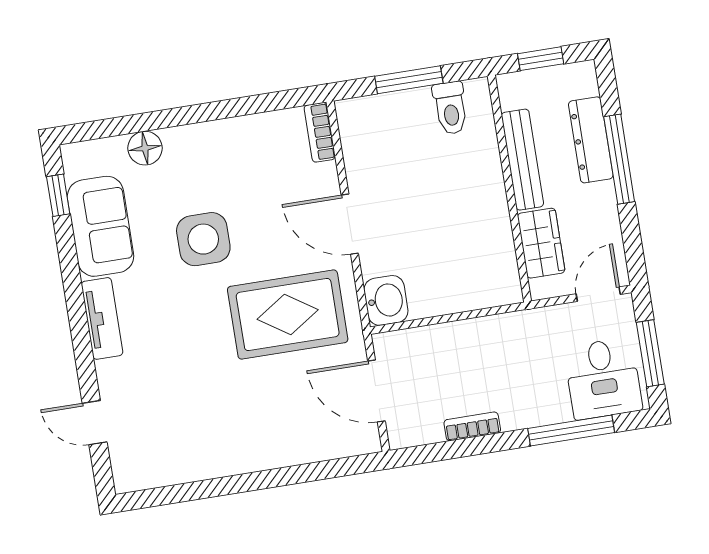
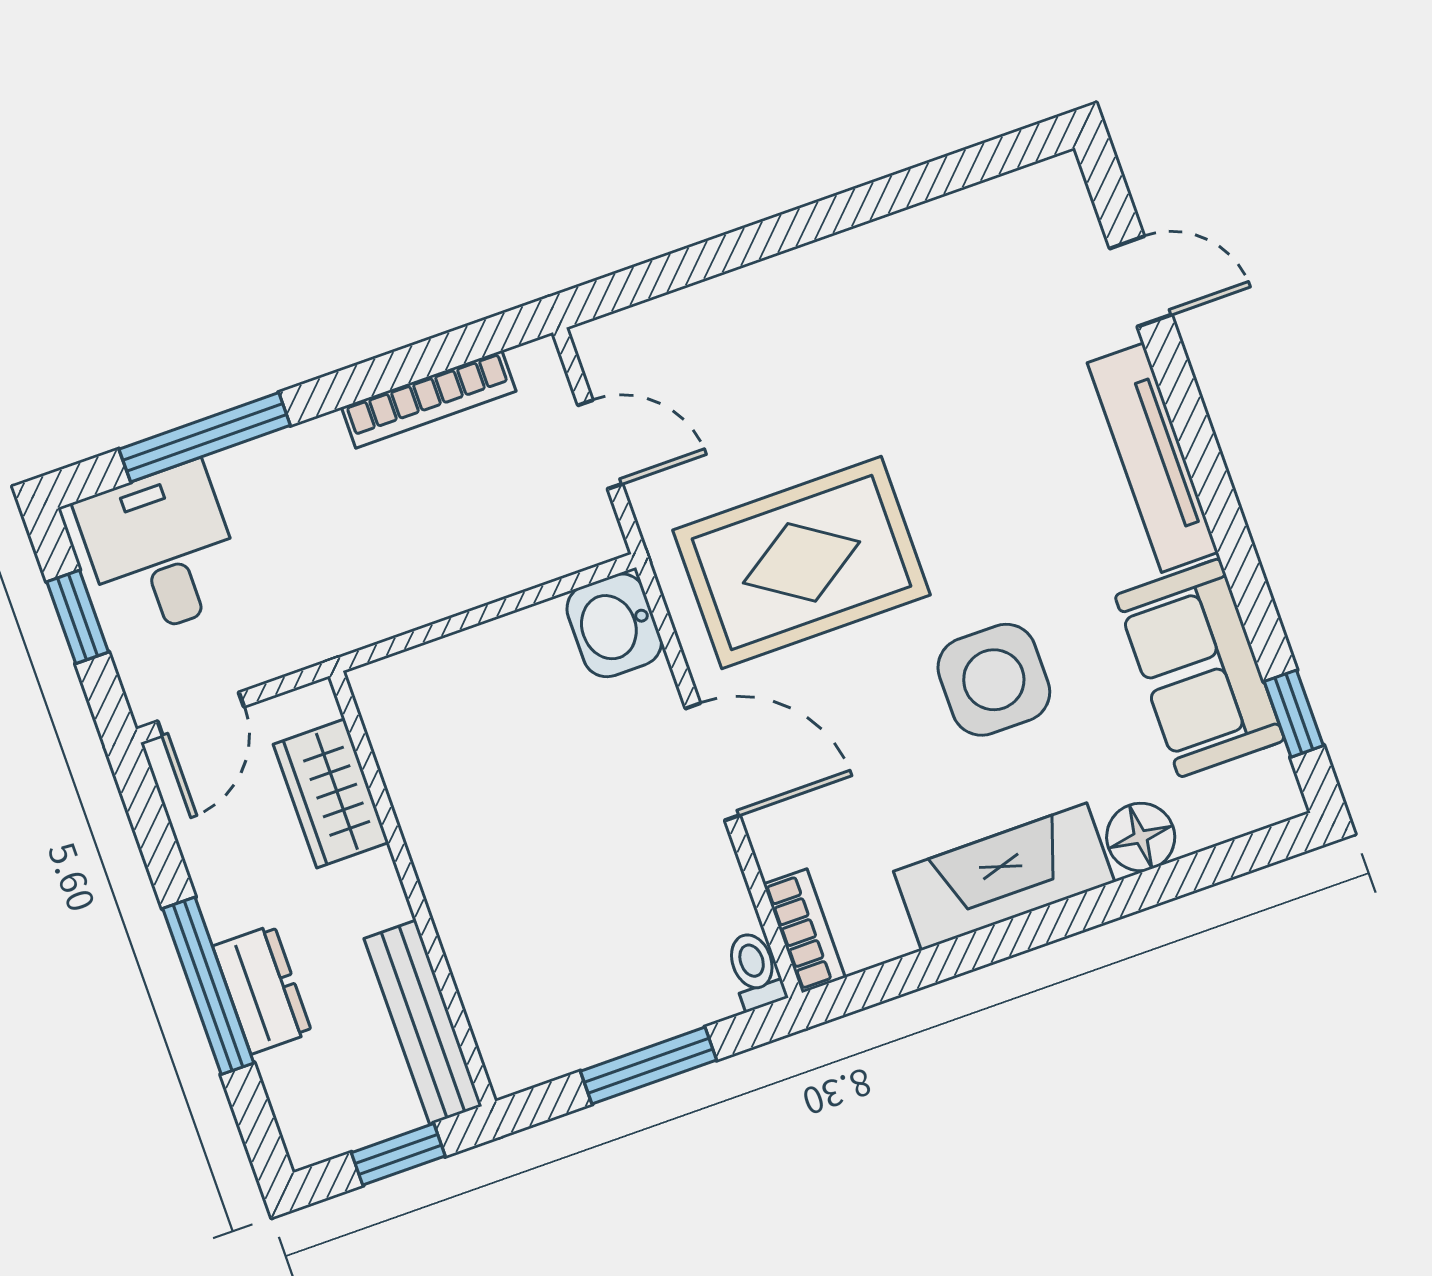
toilet: (450, 108) -> (755, 970), moved, width x0.73, depth x0.72
dresser: (591, 140) -> (262, 989), width x0.70
fireplace: (216, 141) -> (1004, 877), added
bench: (522, 160) -> (423, 1022), moved
tv unit: (102, 318) -> (1153, 458), width x1.41
window: (650, 353) -> (78, 617), width x0.67
door: (376, 391) -> (600, 445), width x0.73
bookcase: (472, 426) -> (429, 399), width x1.56

